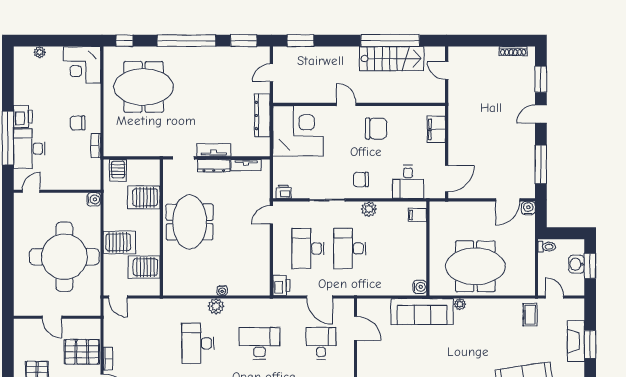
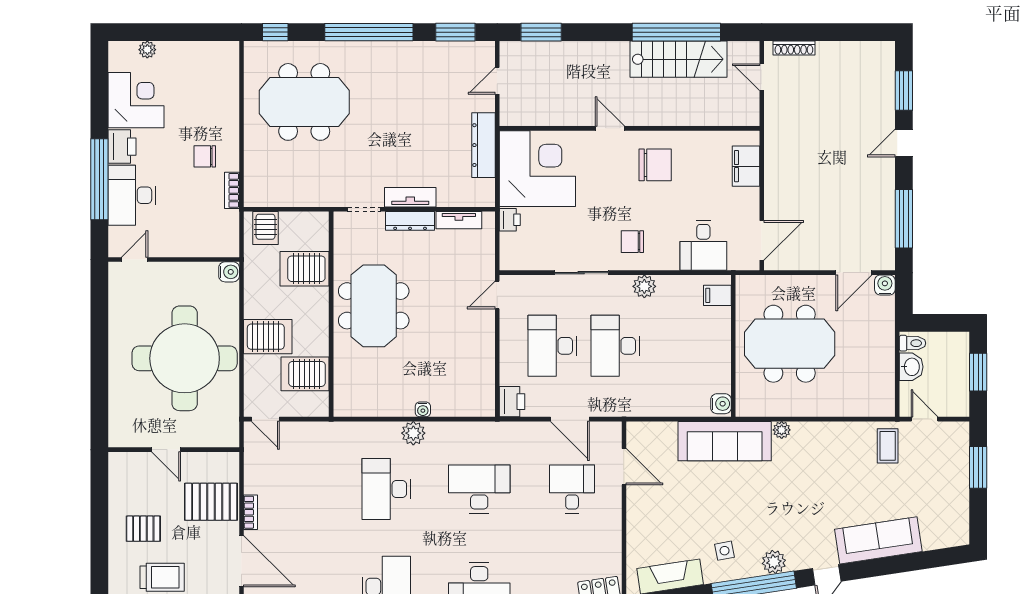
shoe rack: (513, 51) -> (794, 48), moved
corner desk: (82, 65) -> (136, 100), moved, turned 180
printer: (284, 192) -> (510, 220), moved, turned 90
washbasin: (576, 264) -> (911, 367), moved, turned 180
meeting table: (475, 266) -> (790, 344), moved
fireplace: (576, 341) -> (957, 486), removed
window: (590, 344) -> (978, 467), moved

